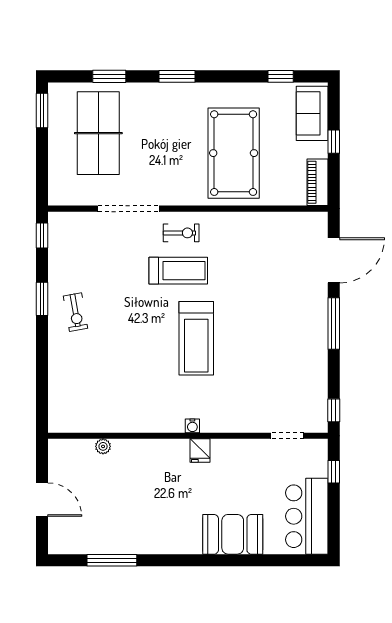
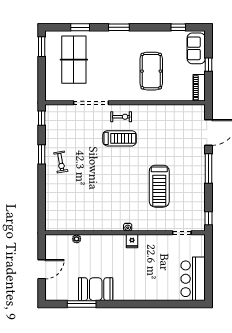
pool table: (234, 153) -> (151, 71), width x0.73, depth x0.76
treadmill: (196, 338) -> (159, 186), moved
window: (334, 472) -> (209, 253), removed
door: (42, 500) -> (42, 269), hinge flipped
booth: (233, 534) -> (96, 289), moved

